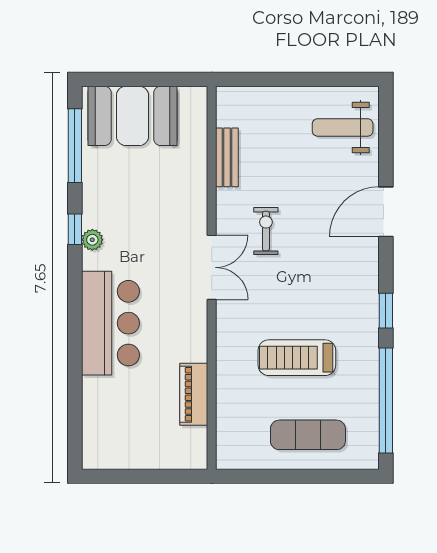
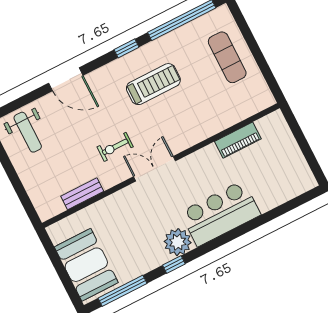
plant: (92, 240) -> (178, 242), width x1.88, depth x1.88
treadmill: (297, 358) -> (153, 84), moved, turned -90

